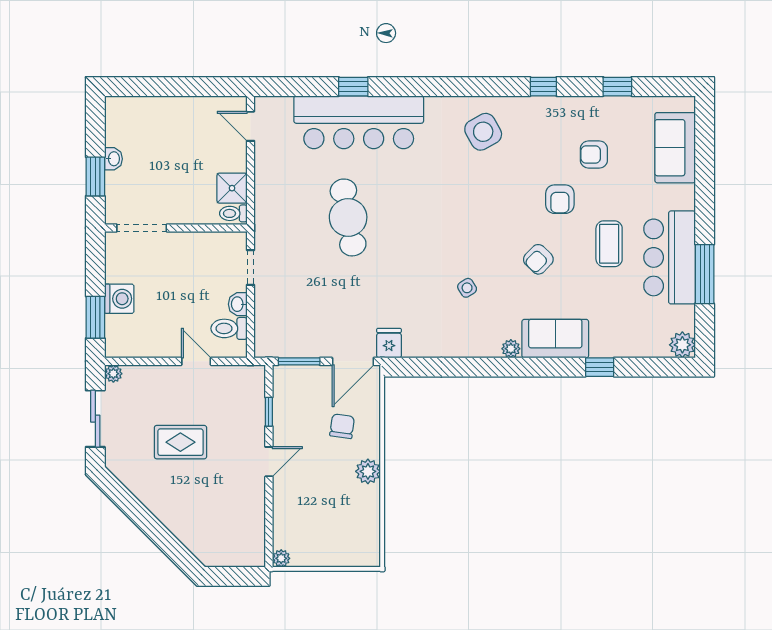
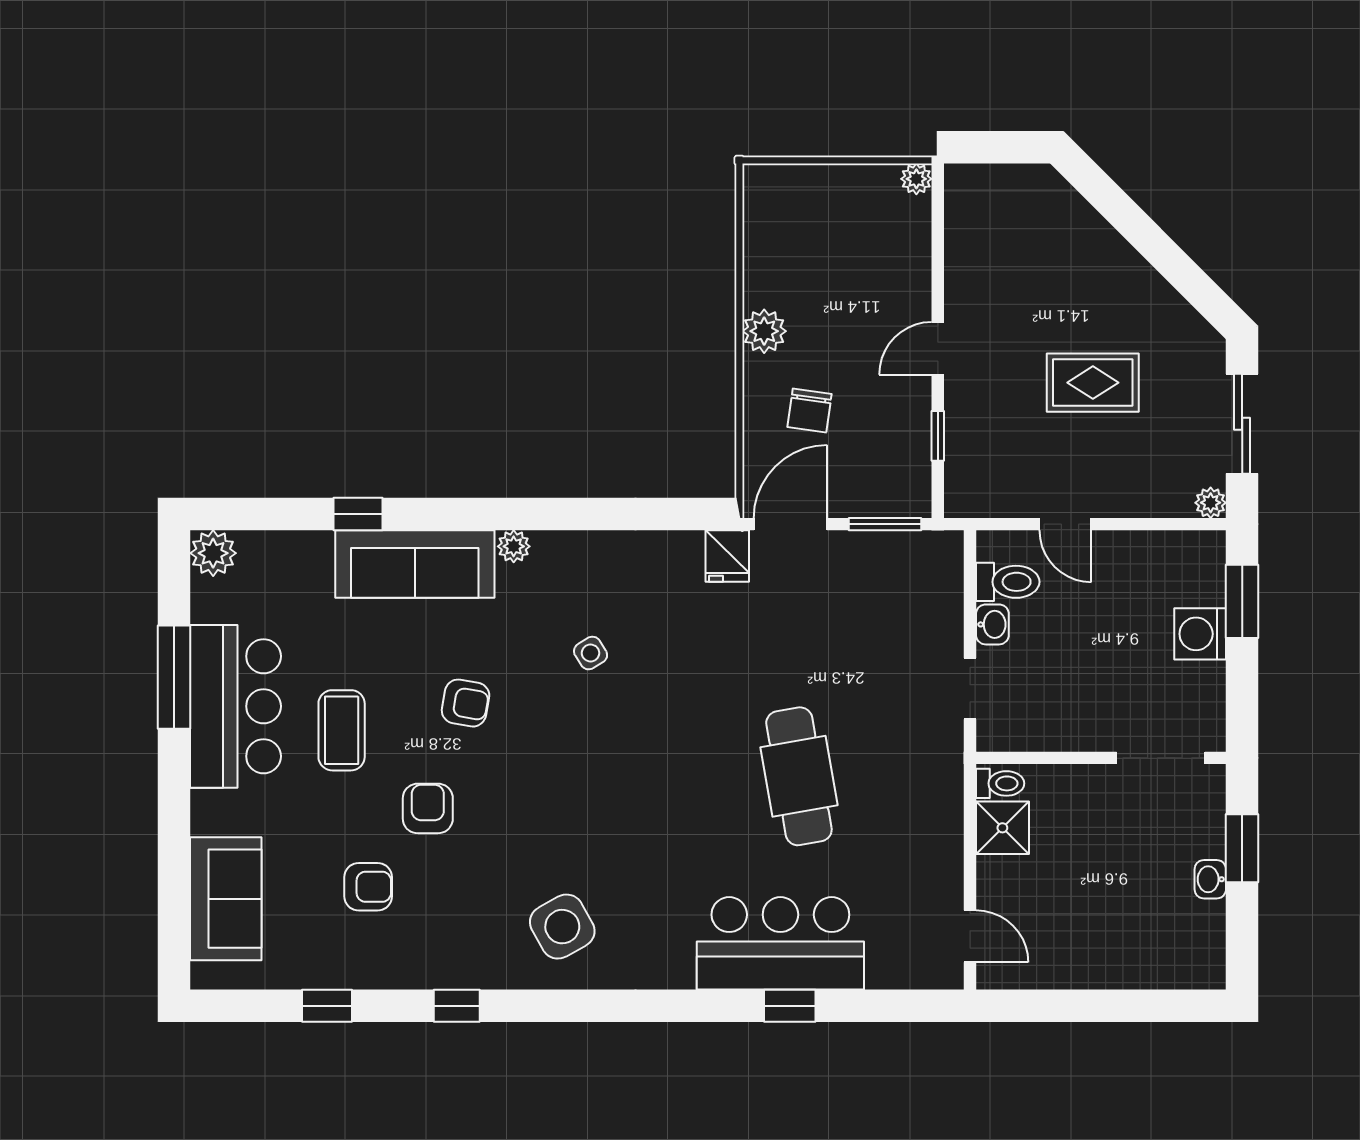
bar counter: (359, 122) -> (780, 943), width x0.73
armchair: (538, 259) -> (466, 703), turned 56
sofa: (555, 339) -> (415, 564), width x1.36

